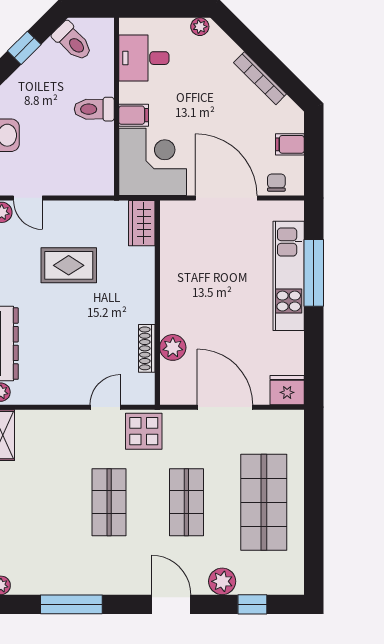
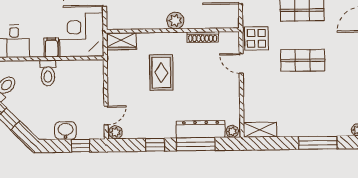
rug: (69, 265) -> (161, 73), moved
plant: (173, 347) -> (175, 21), moved

